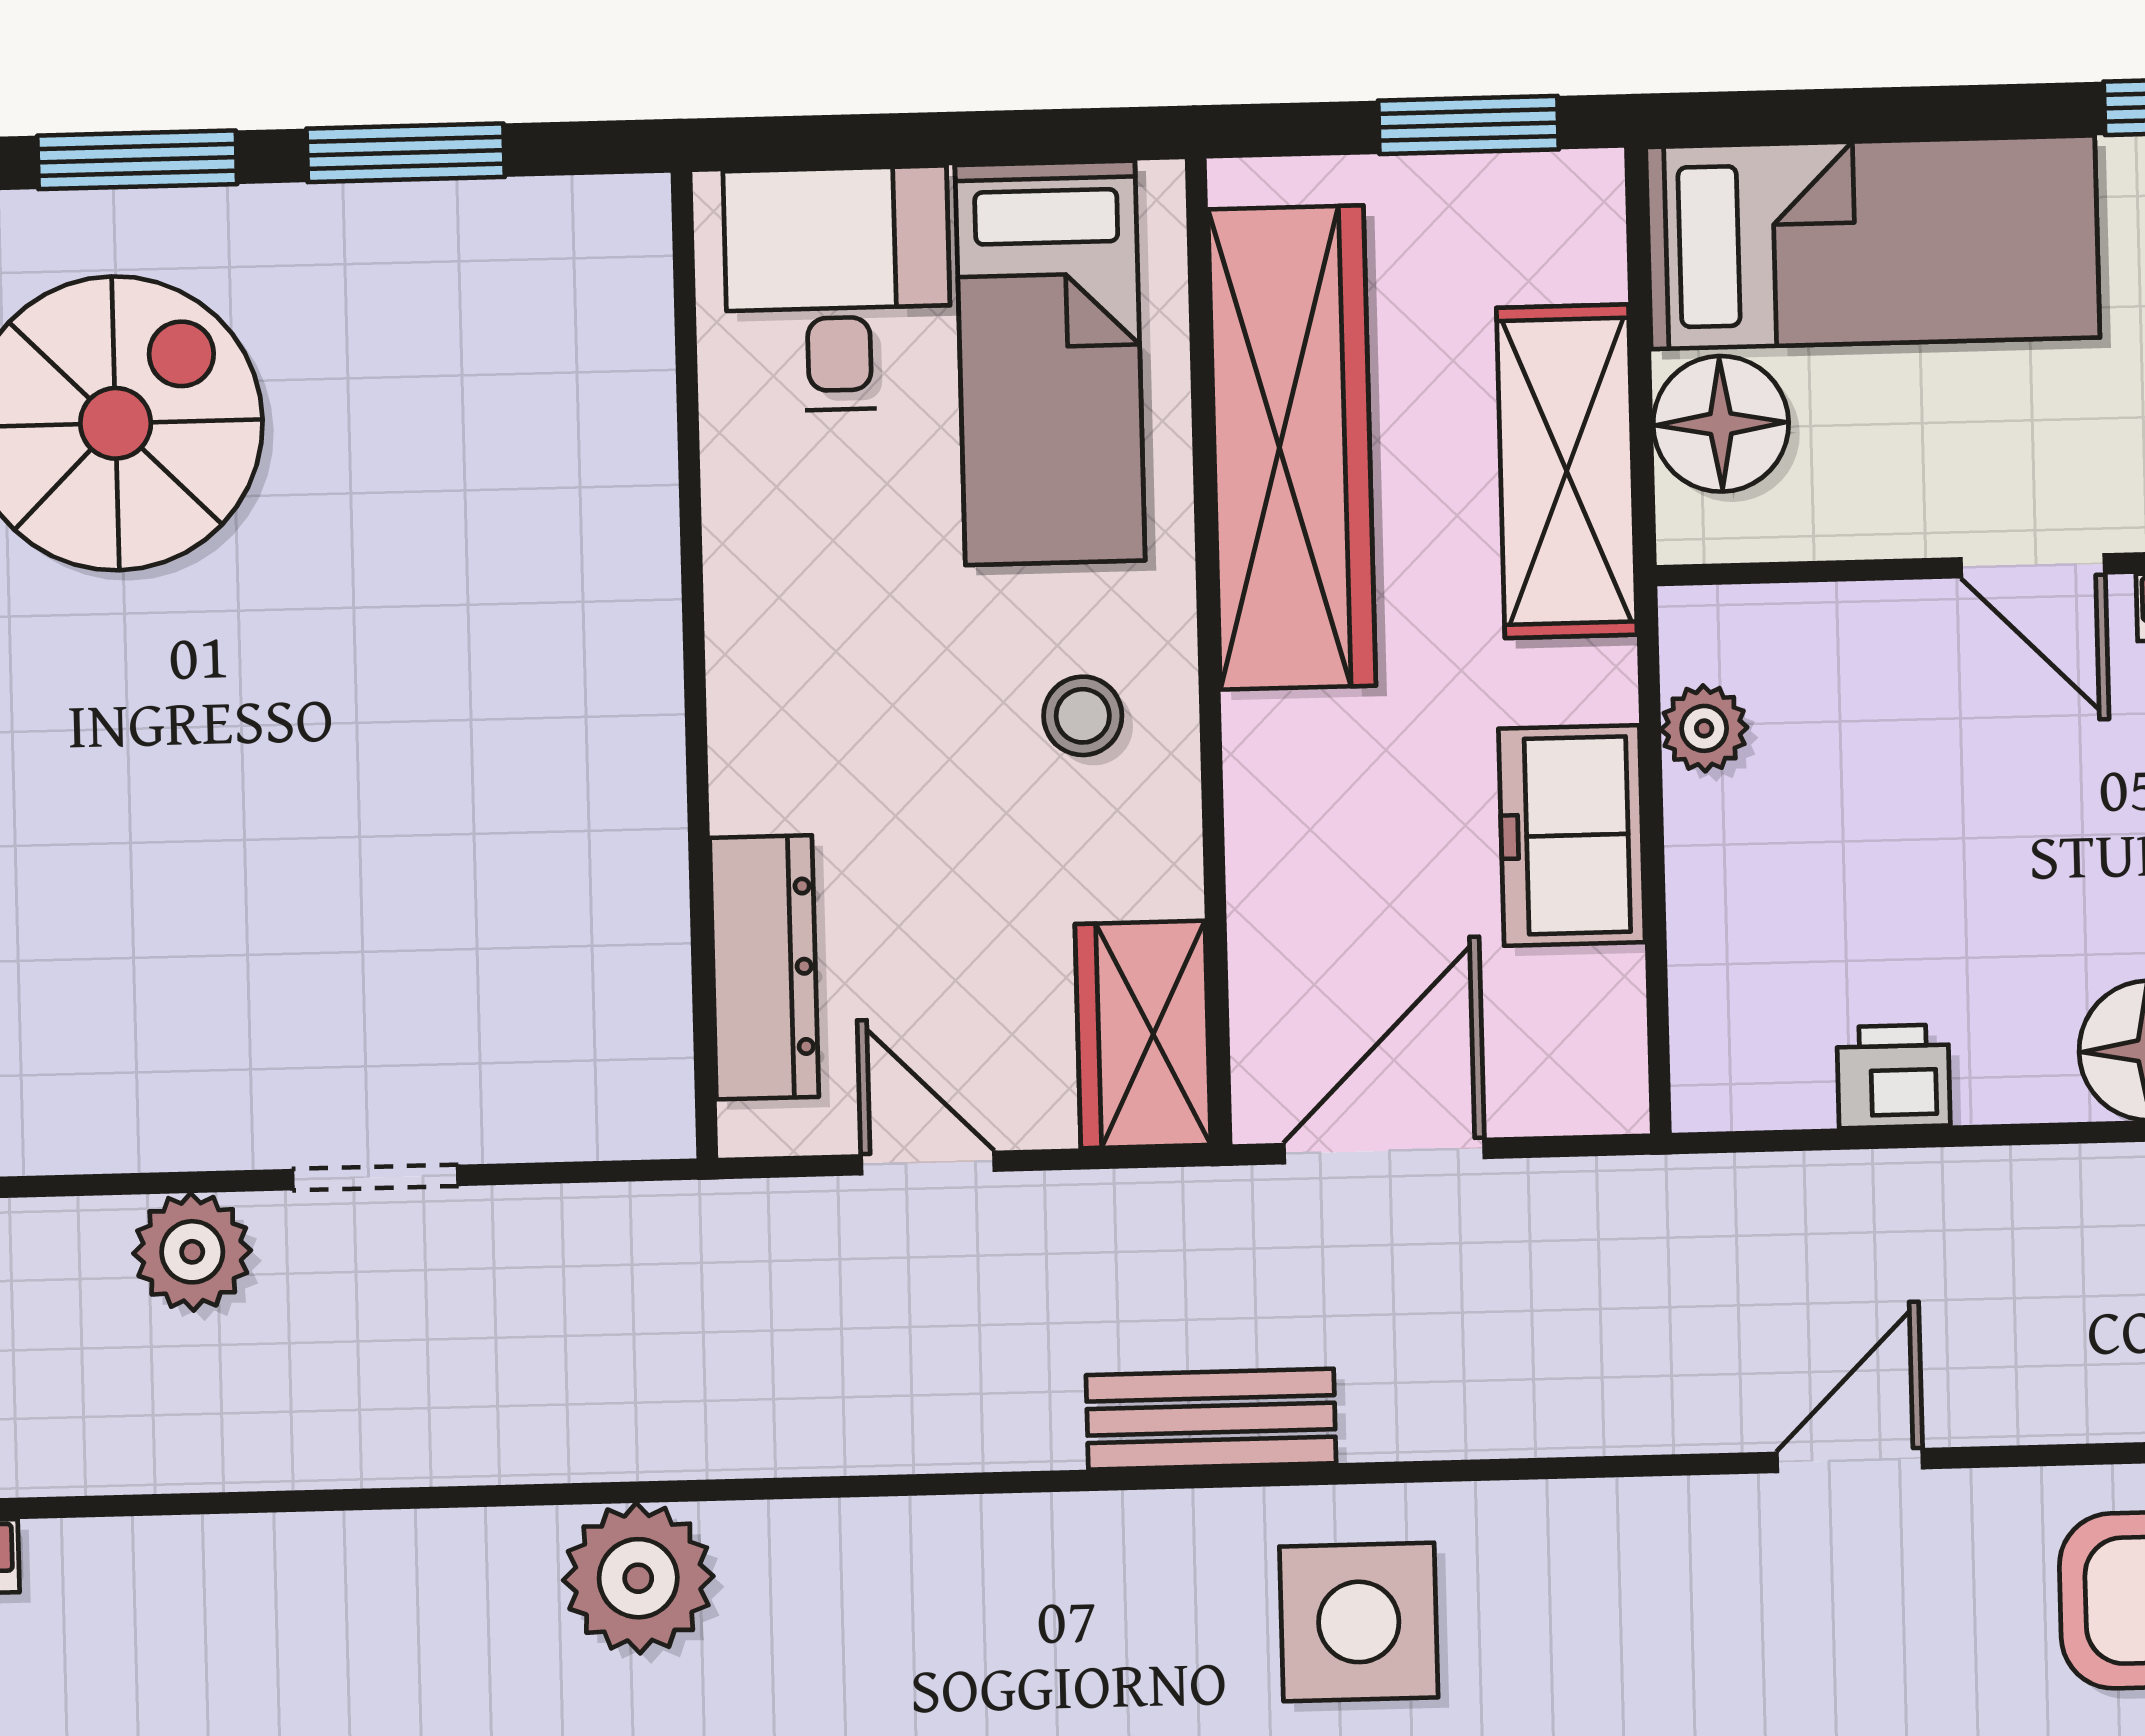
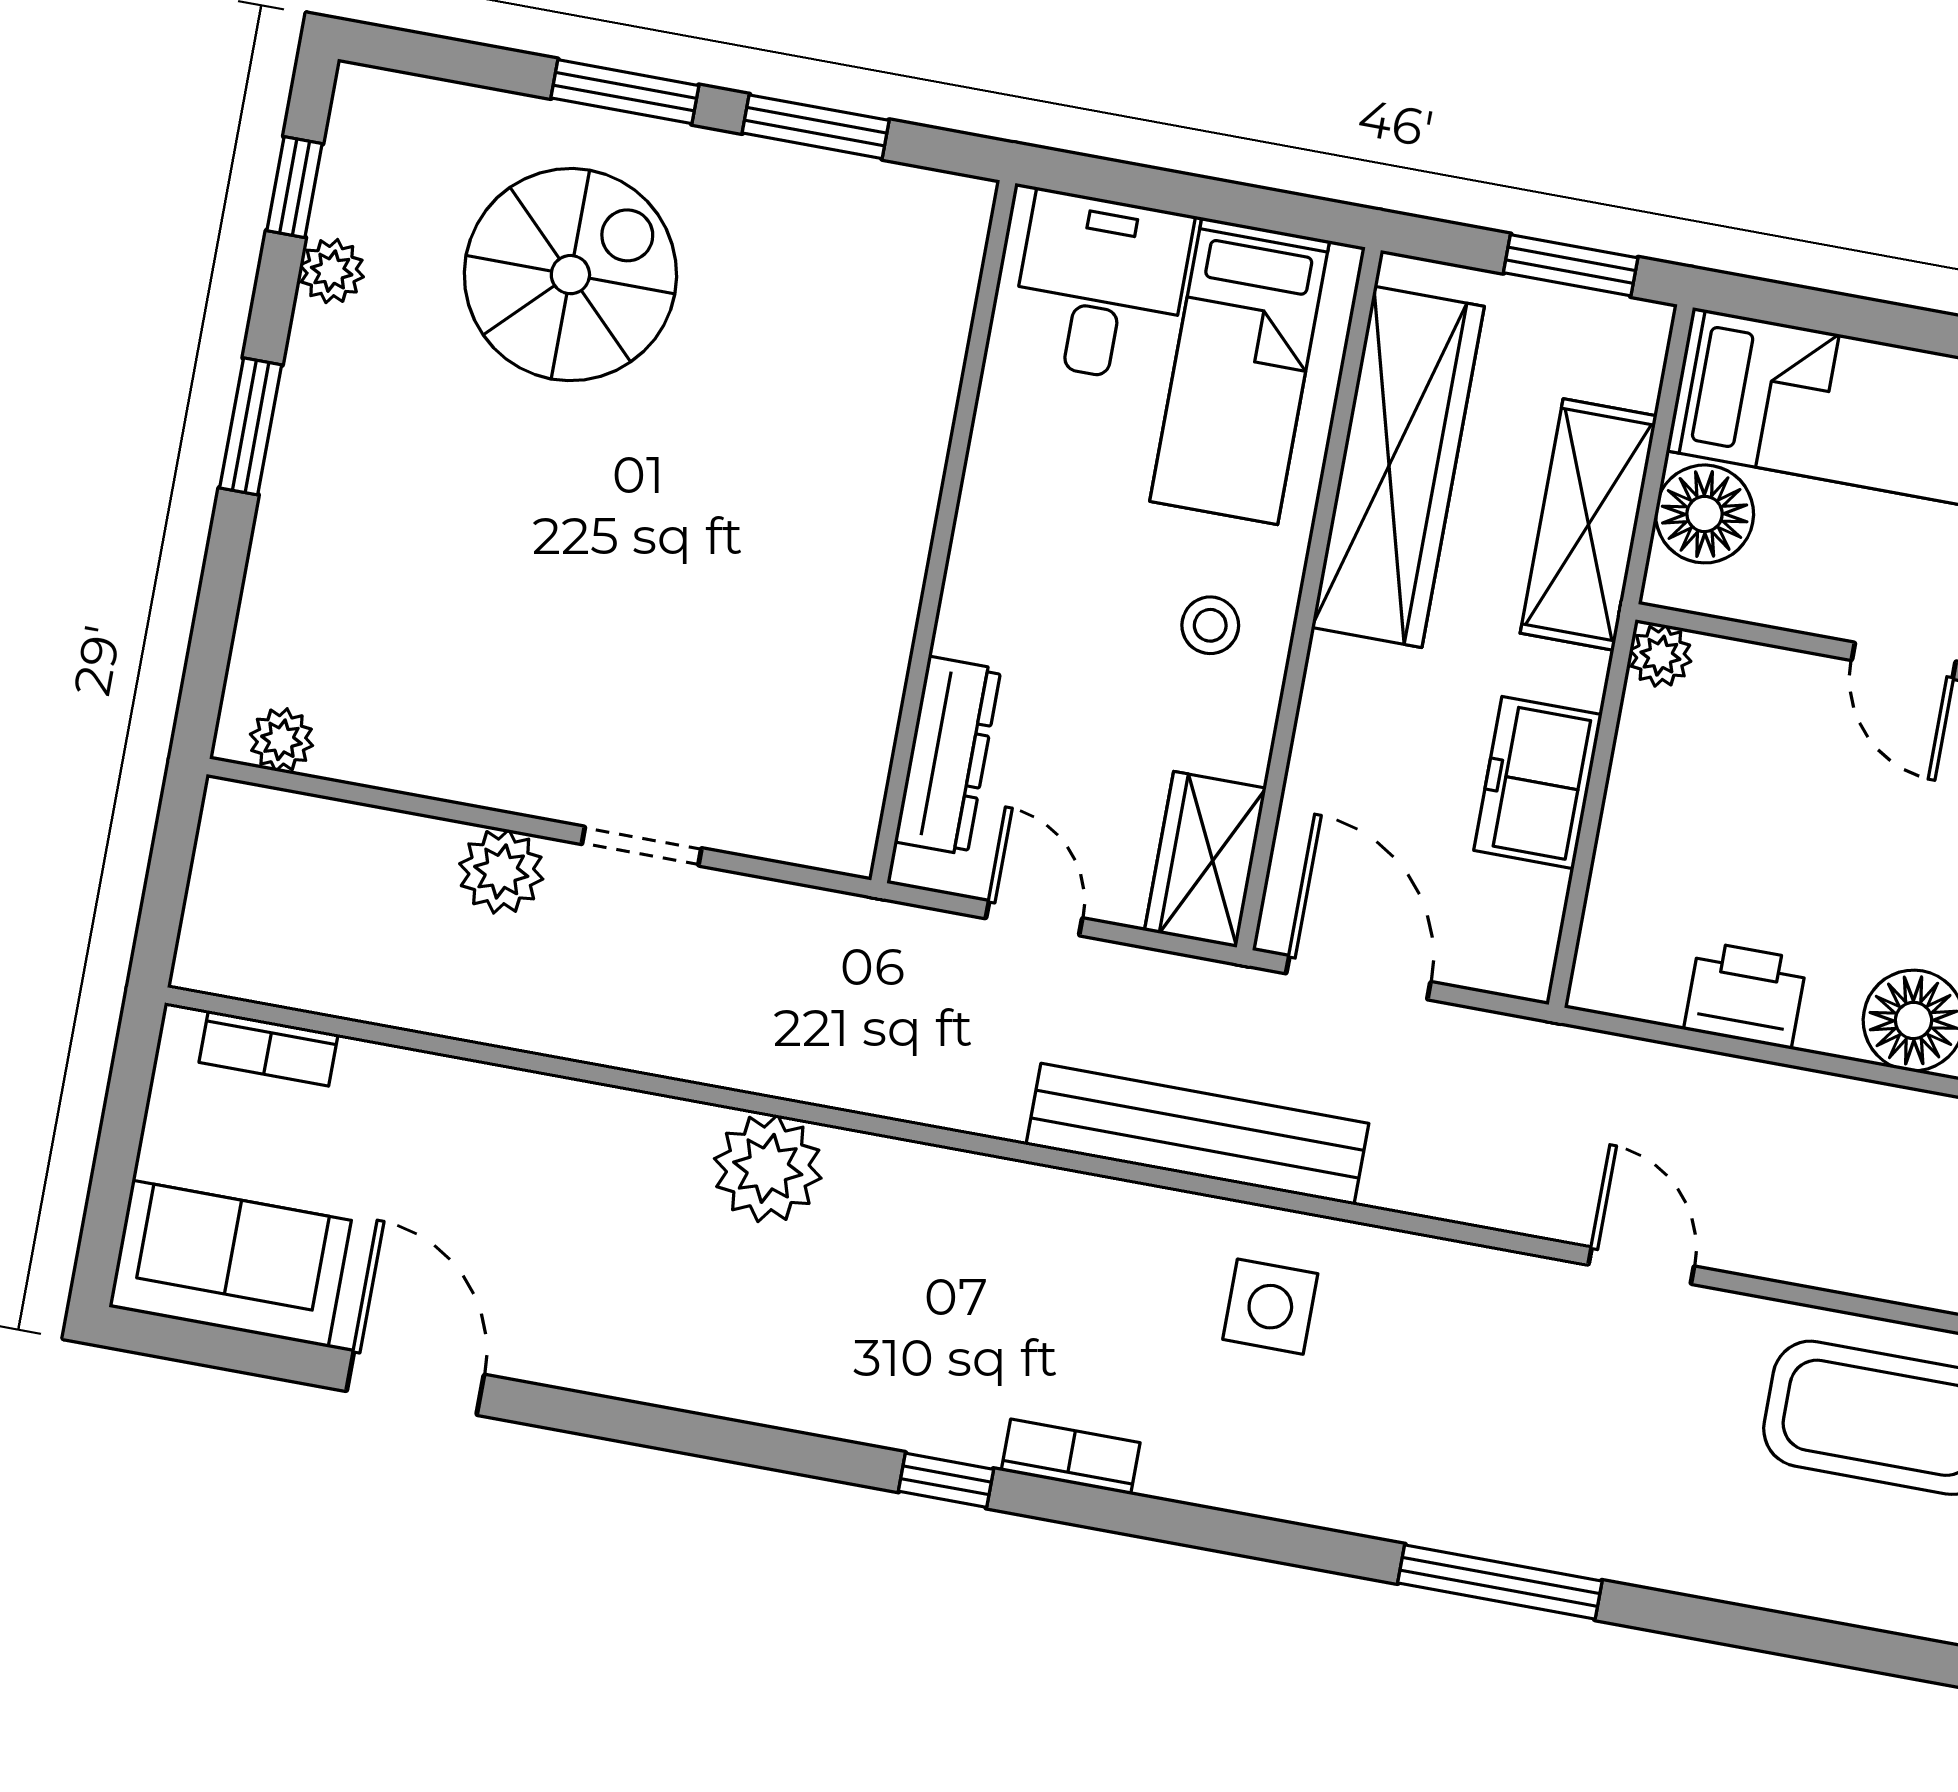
plant: (1704, 728) -> (1660, 656), moved
printer: (1894, 1076) -> (1745, 995), width x1.36, depth x1.24
door: (1384, 1151) -> (1358, 978), hinge flipped
bench: (1211, 1419) -> (1197, 1134), width x1.86, depth x1.21
door: (1850, 1460) -> (1641, 1266), hinge flipped
side table: (1359, 1622) -> (1270, 1307), width x0.73, depth x0.73

